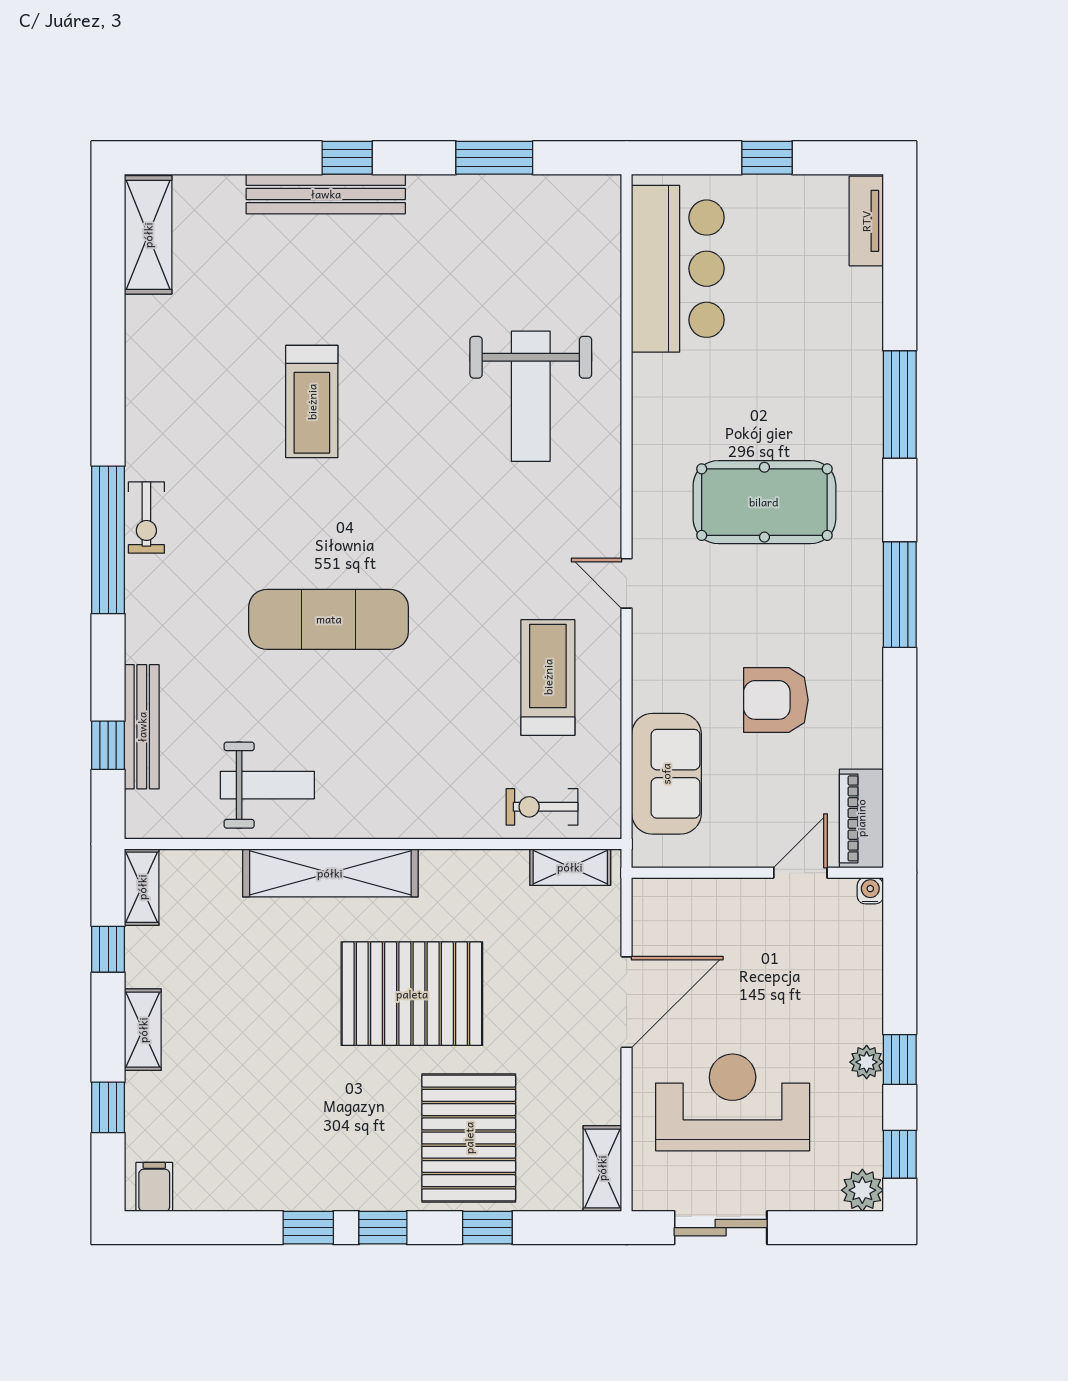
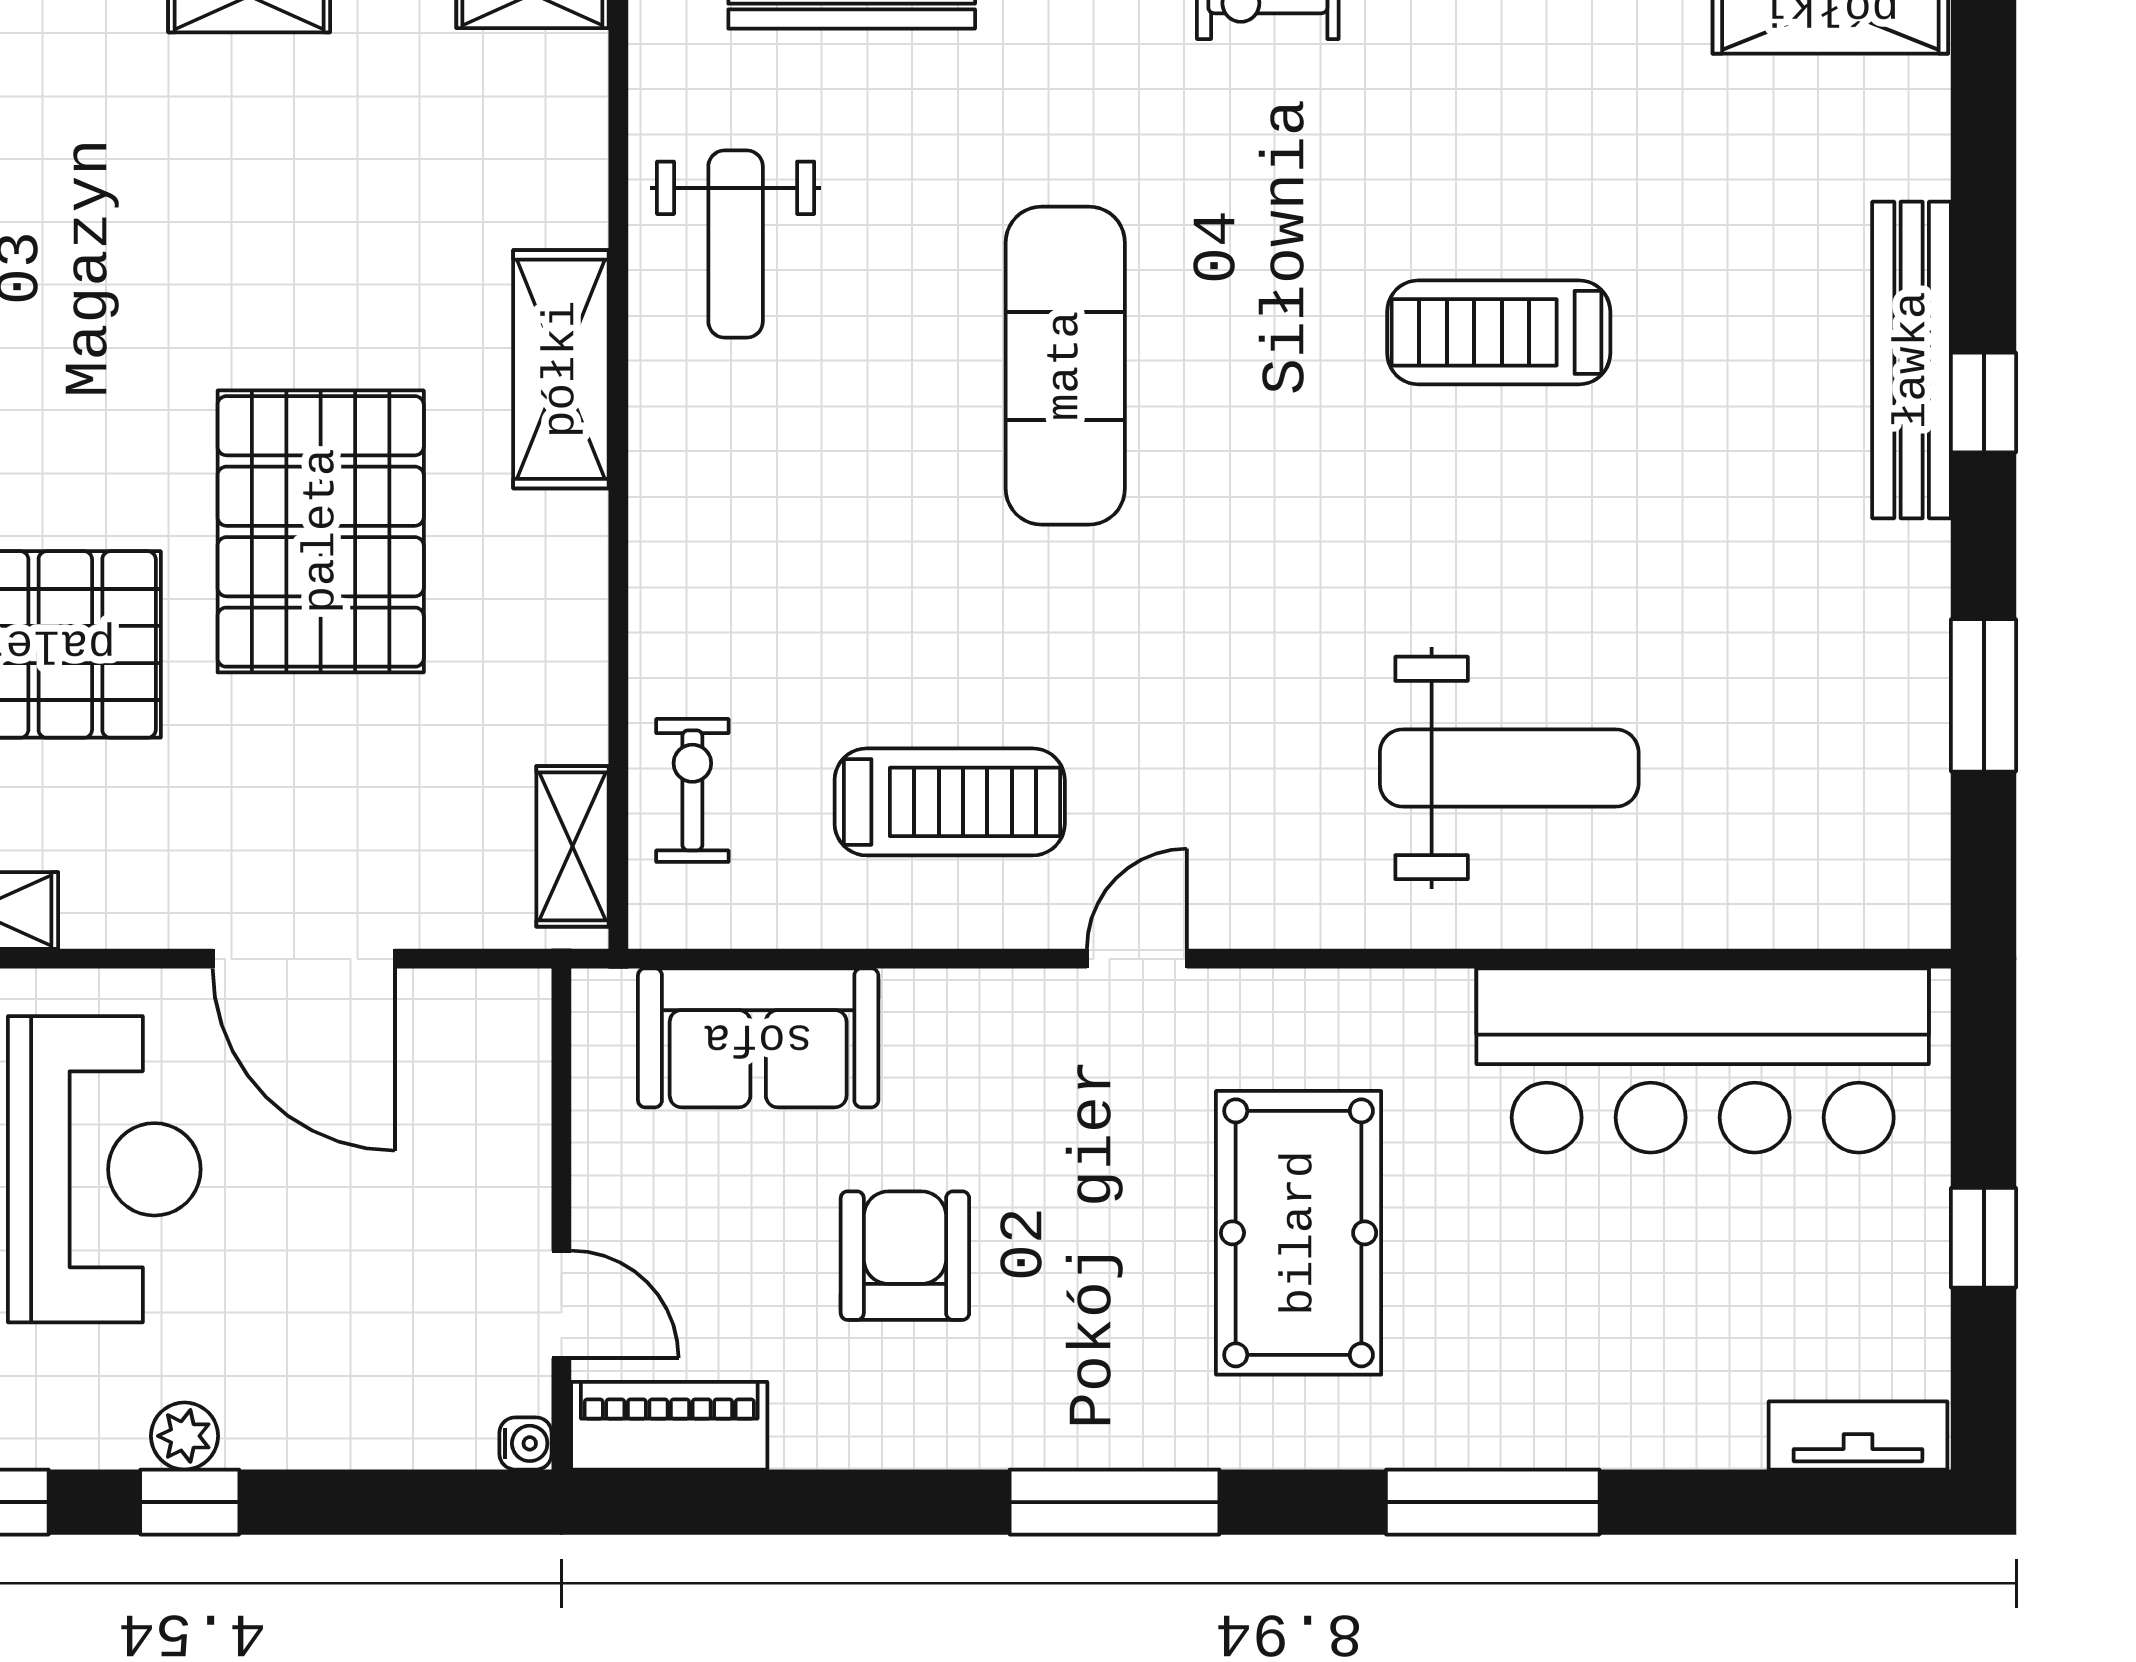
bar counter: (678, 269) -> (1703, 1060), width x1.36
weight bench: (531, 396) -> (1509, 768), turned 180
shelving: (330, 873) -> (561, 369), width x0.68

